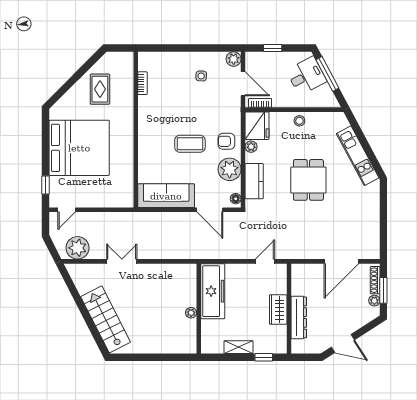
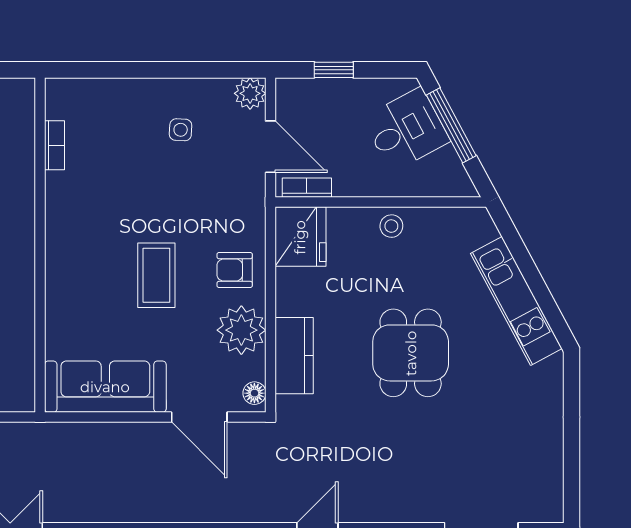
coffee table: (190, 144) -> (156, 275), turned 90
plant: (251, 147) -> (288, 281), removed

